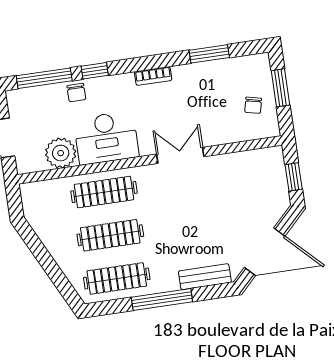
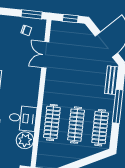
window: (281, 88) -> (32, 14), moved
desk: (106, 138) -> (23, 118), width x0.73
double door: (180, 155) -> (45, 55), moved

